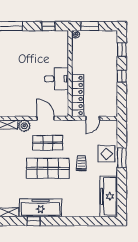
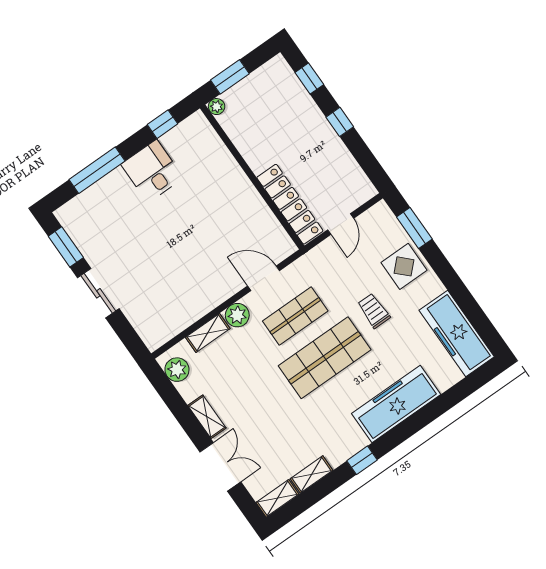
desk: (57, 79) -> (152, 171), moved, turned -90
window: (122, 158) -> (414, 228), moved
freezer: (41, 208) -> (396, 404), moved

